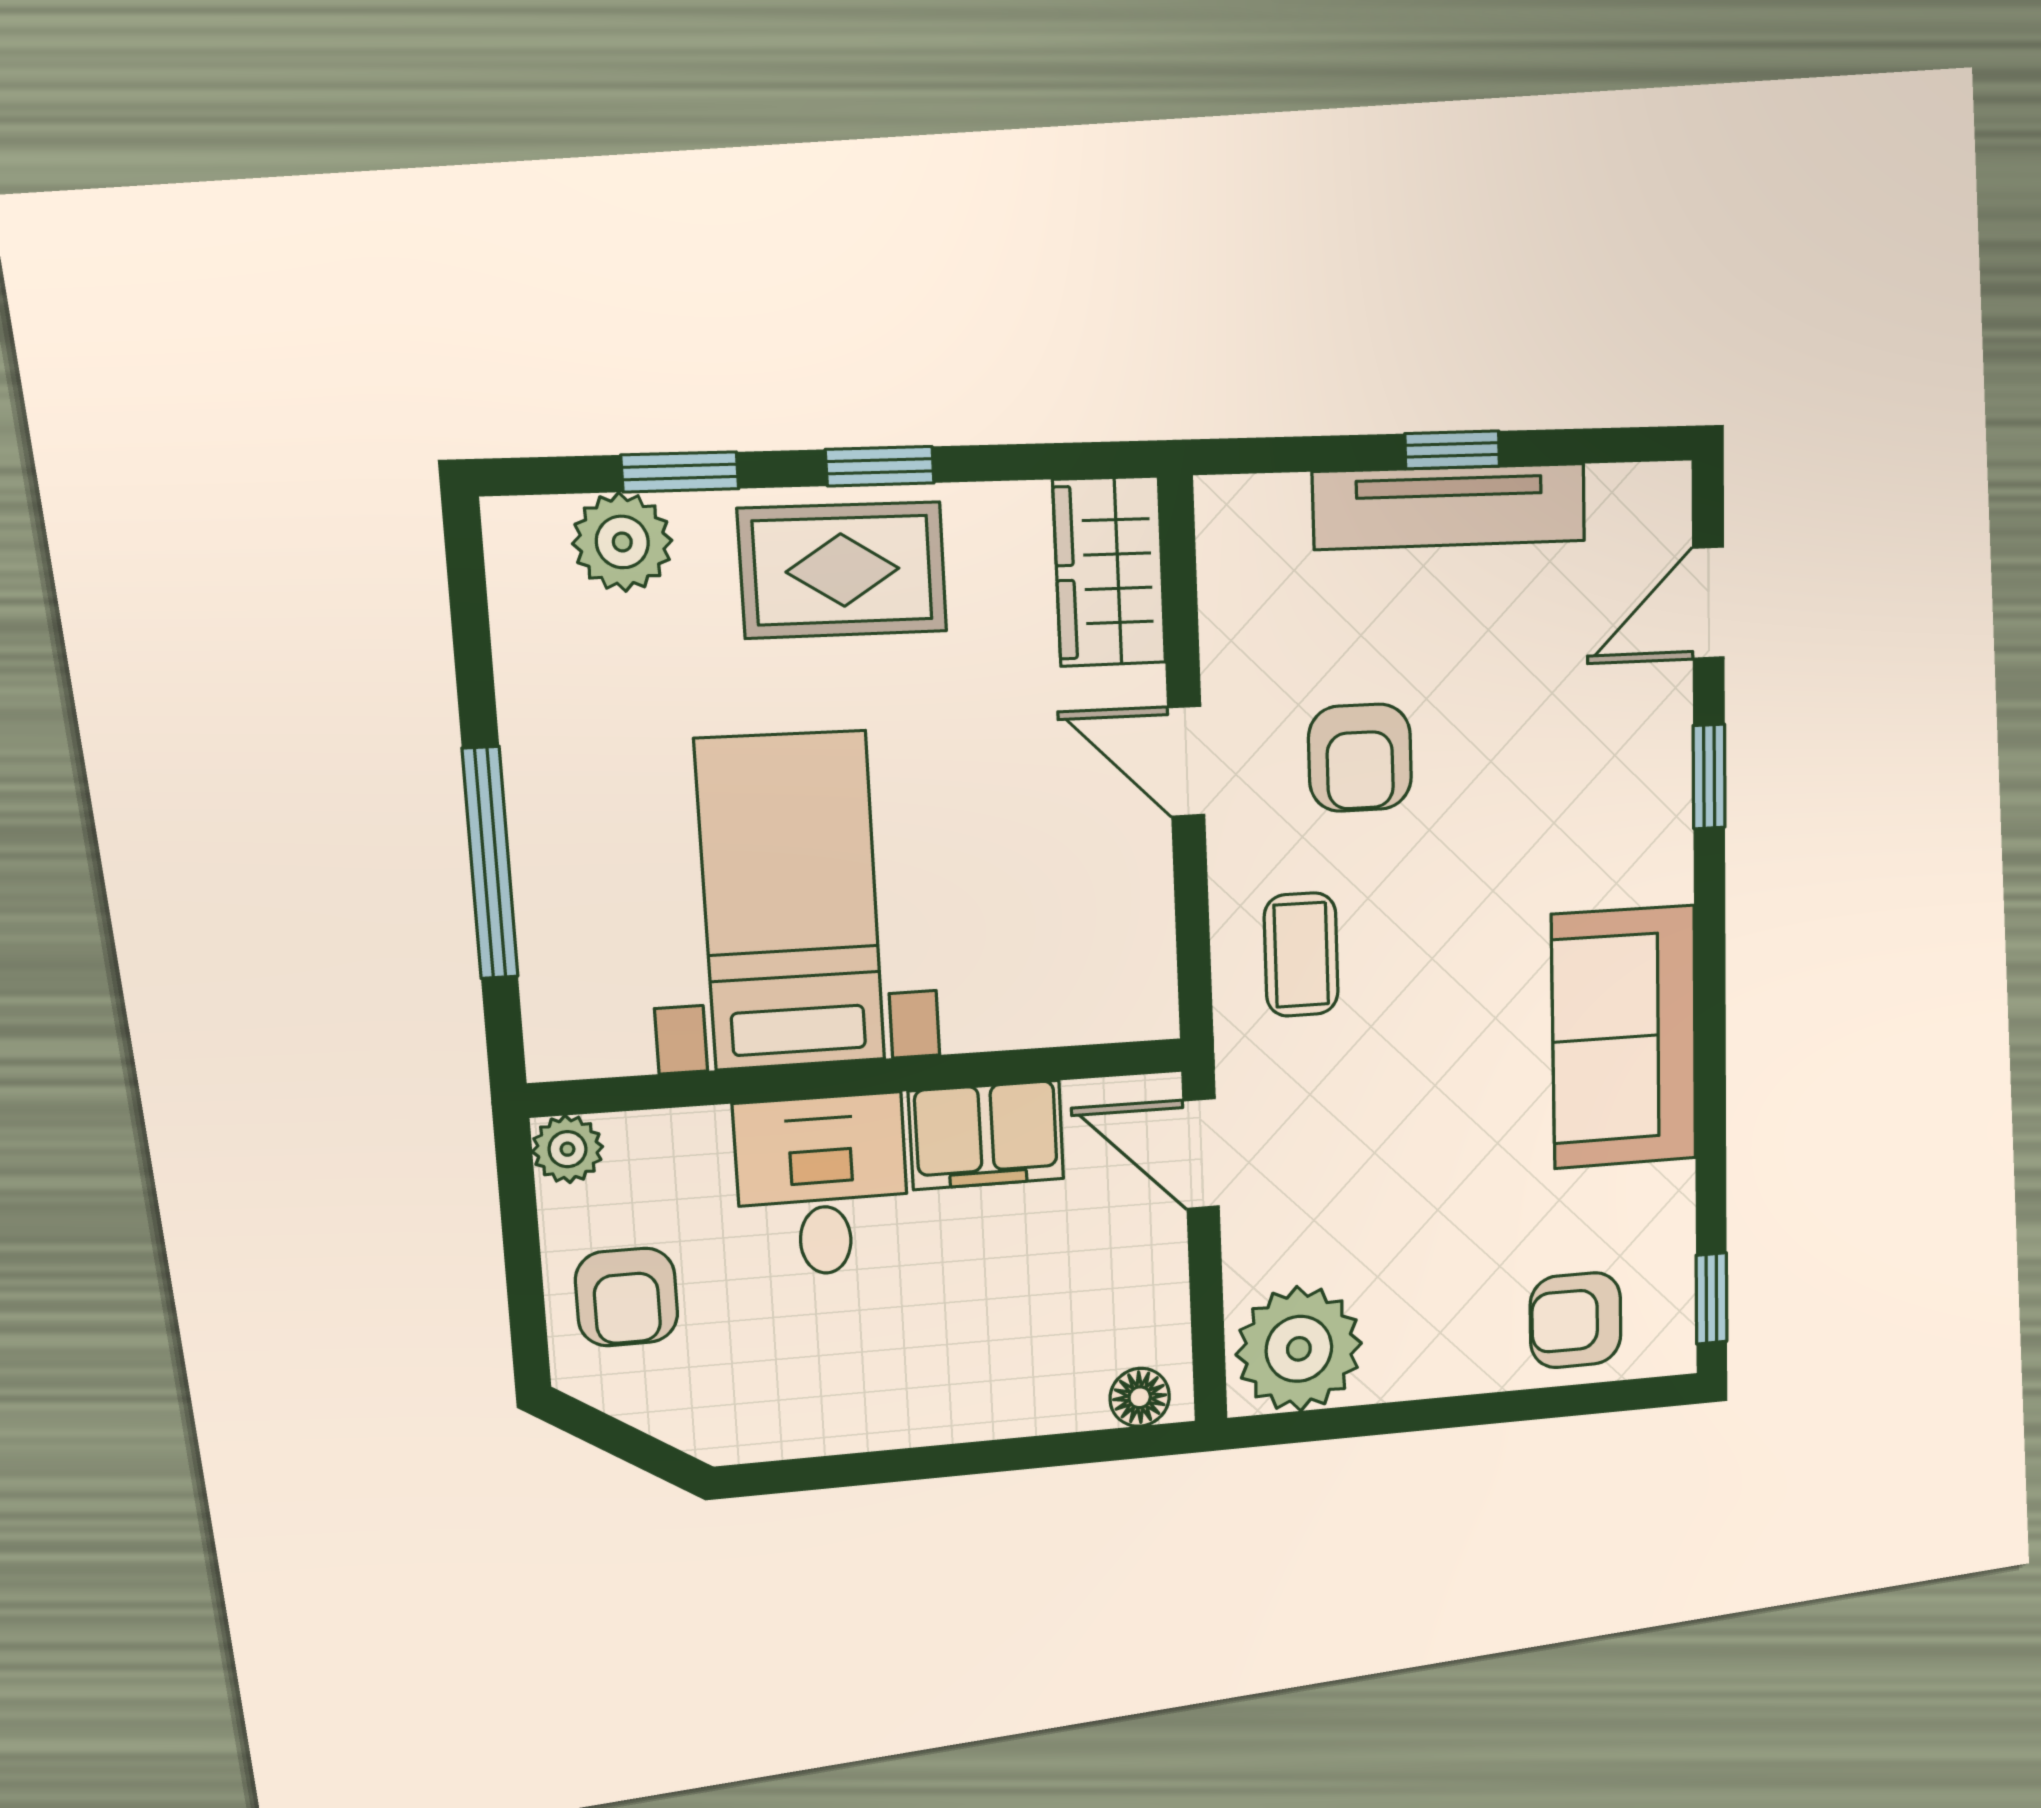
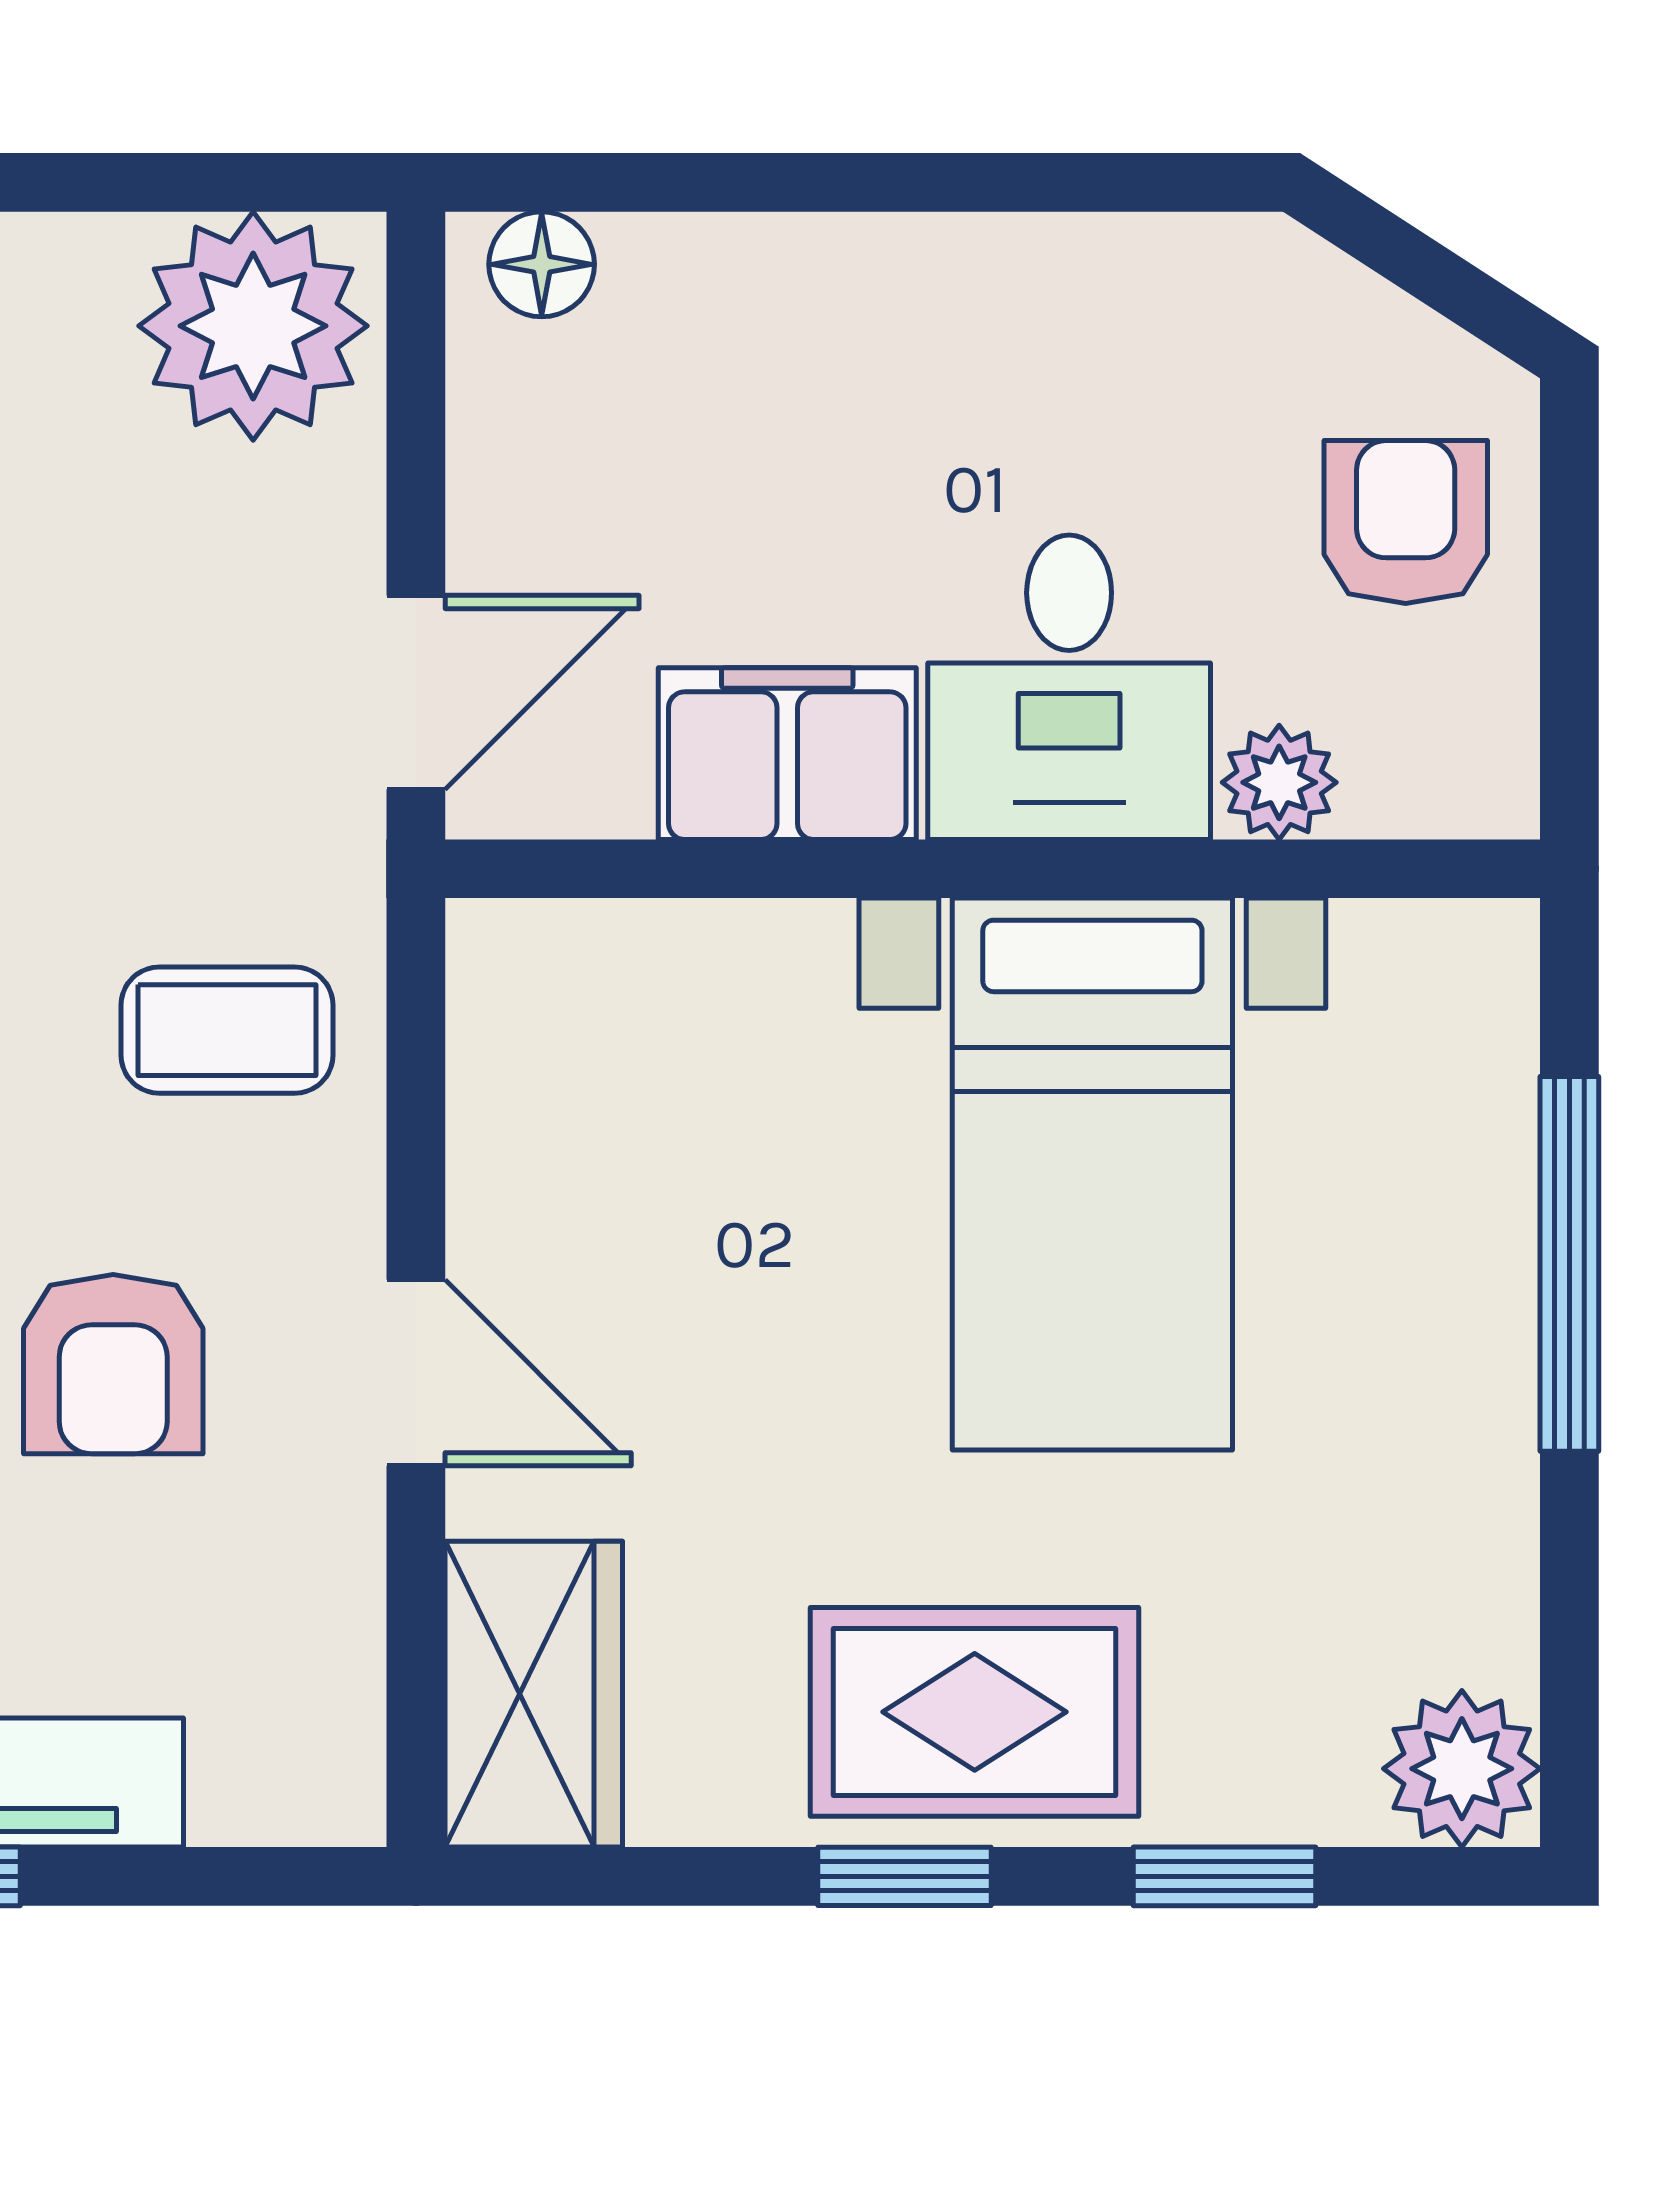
plant: (622, 542) -> (1462, 1769), moved
armchair: (1360, 758) -> (113, 1364), turned 180
coffee table: (1301, 955) -> (227, 1030), turned 90
plant: (567, 1149) -> (1279, 782), moved
door: (1201, 1154) -> (416, 692), hinge flipped

